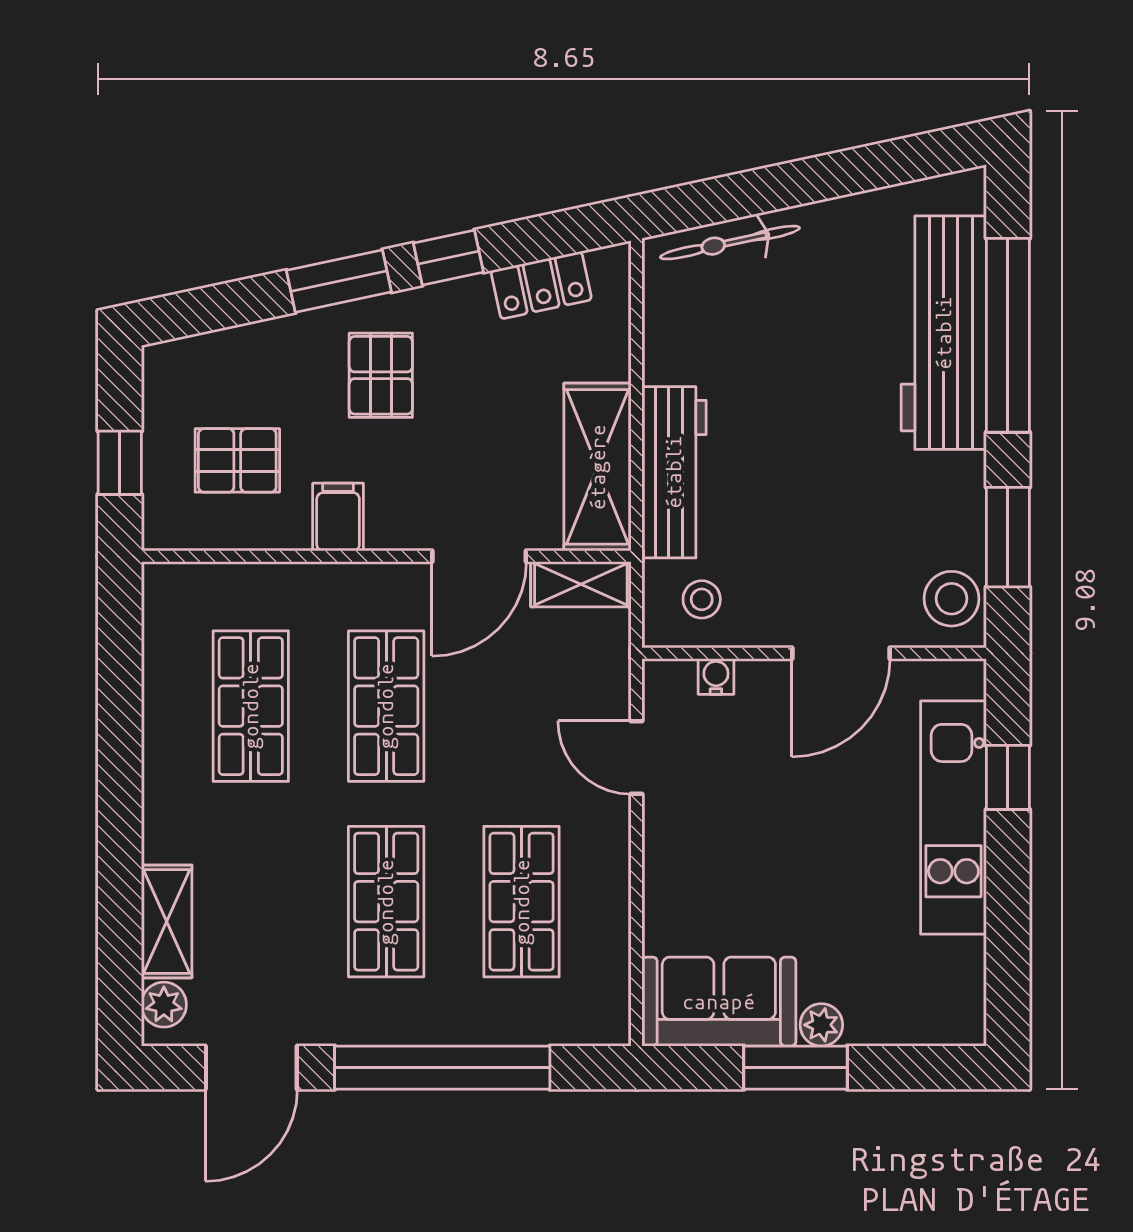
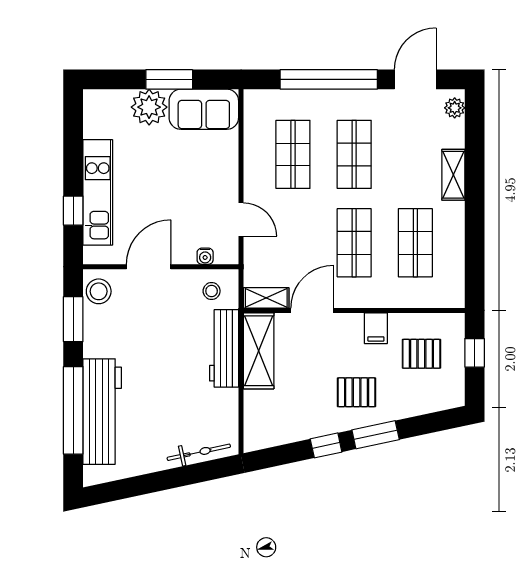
locker: (541, 285) -> (284, 433), removed
pallet: (381, 375) -> (357, 392), turned 90
shelving: (167, 921) -> (453, 175), moved
plant: (821, 1025) -> (149, 107), width x1.88, depth x1.88

